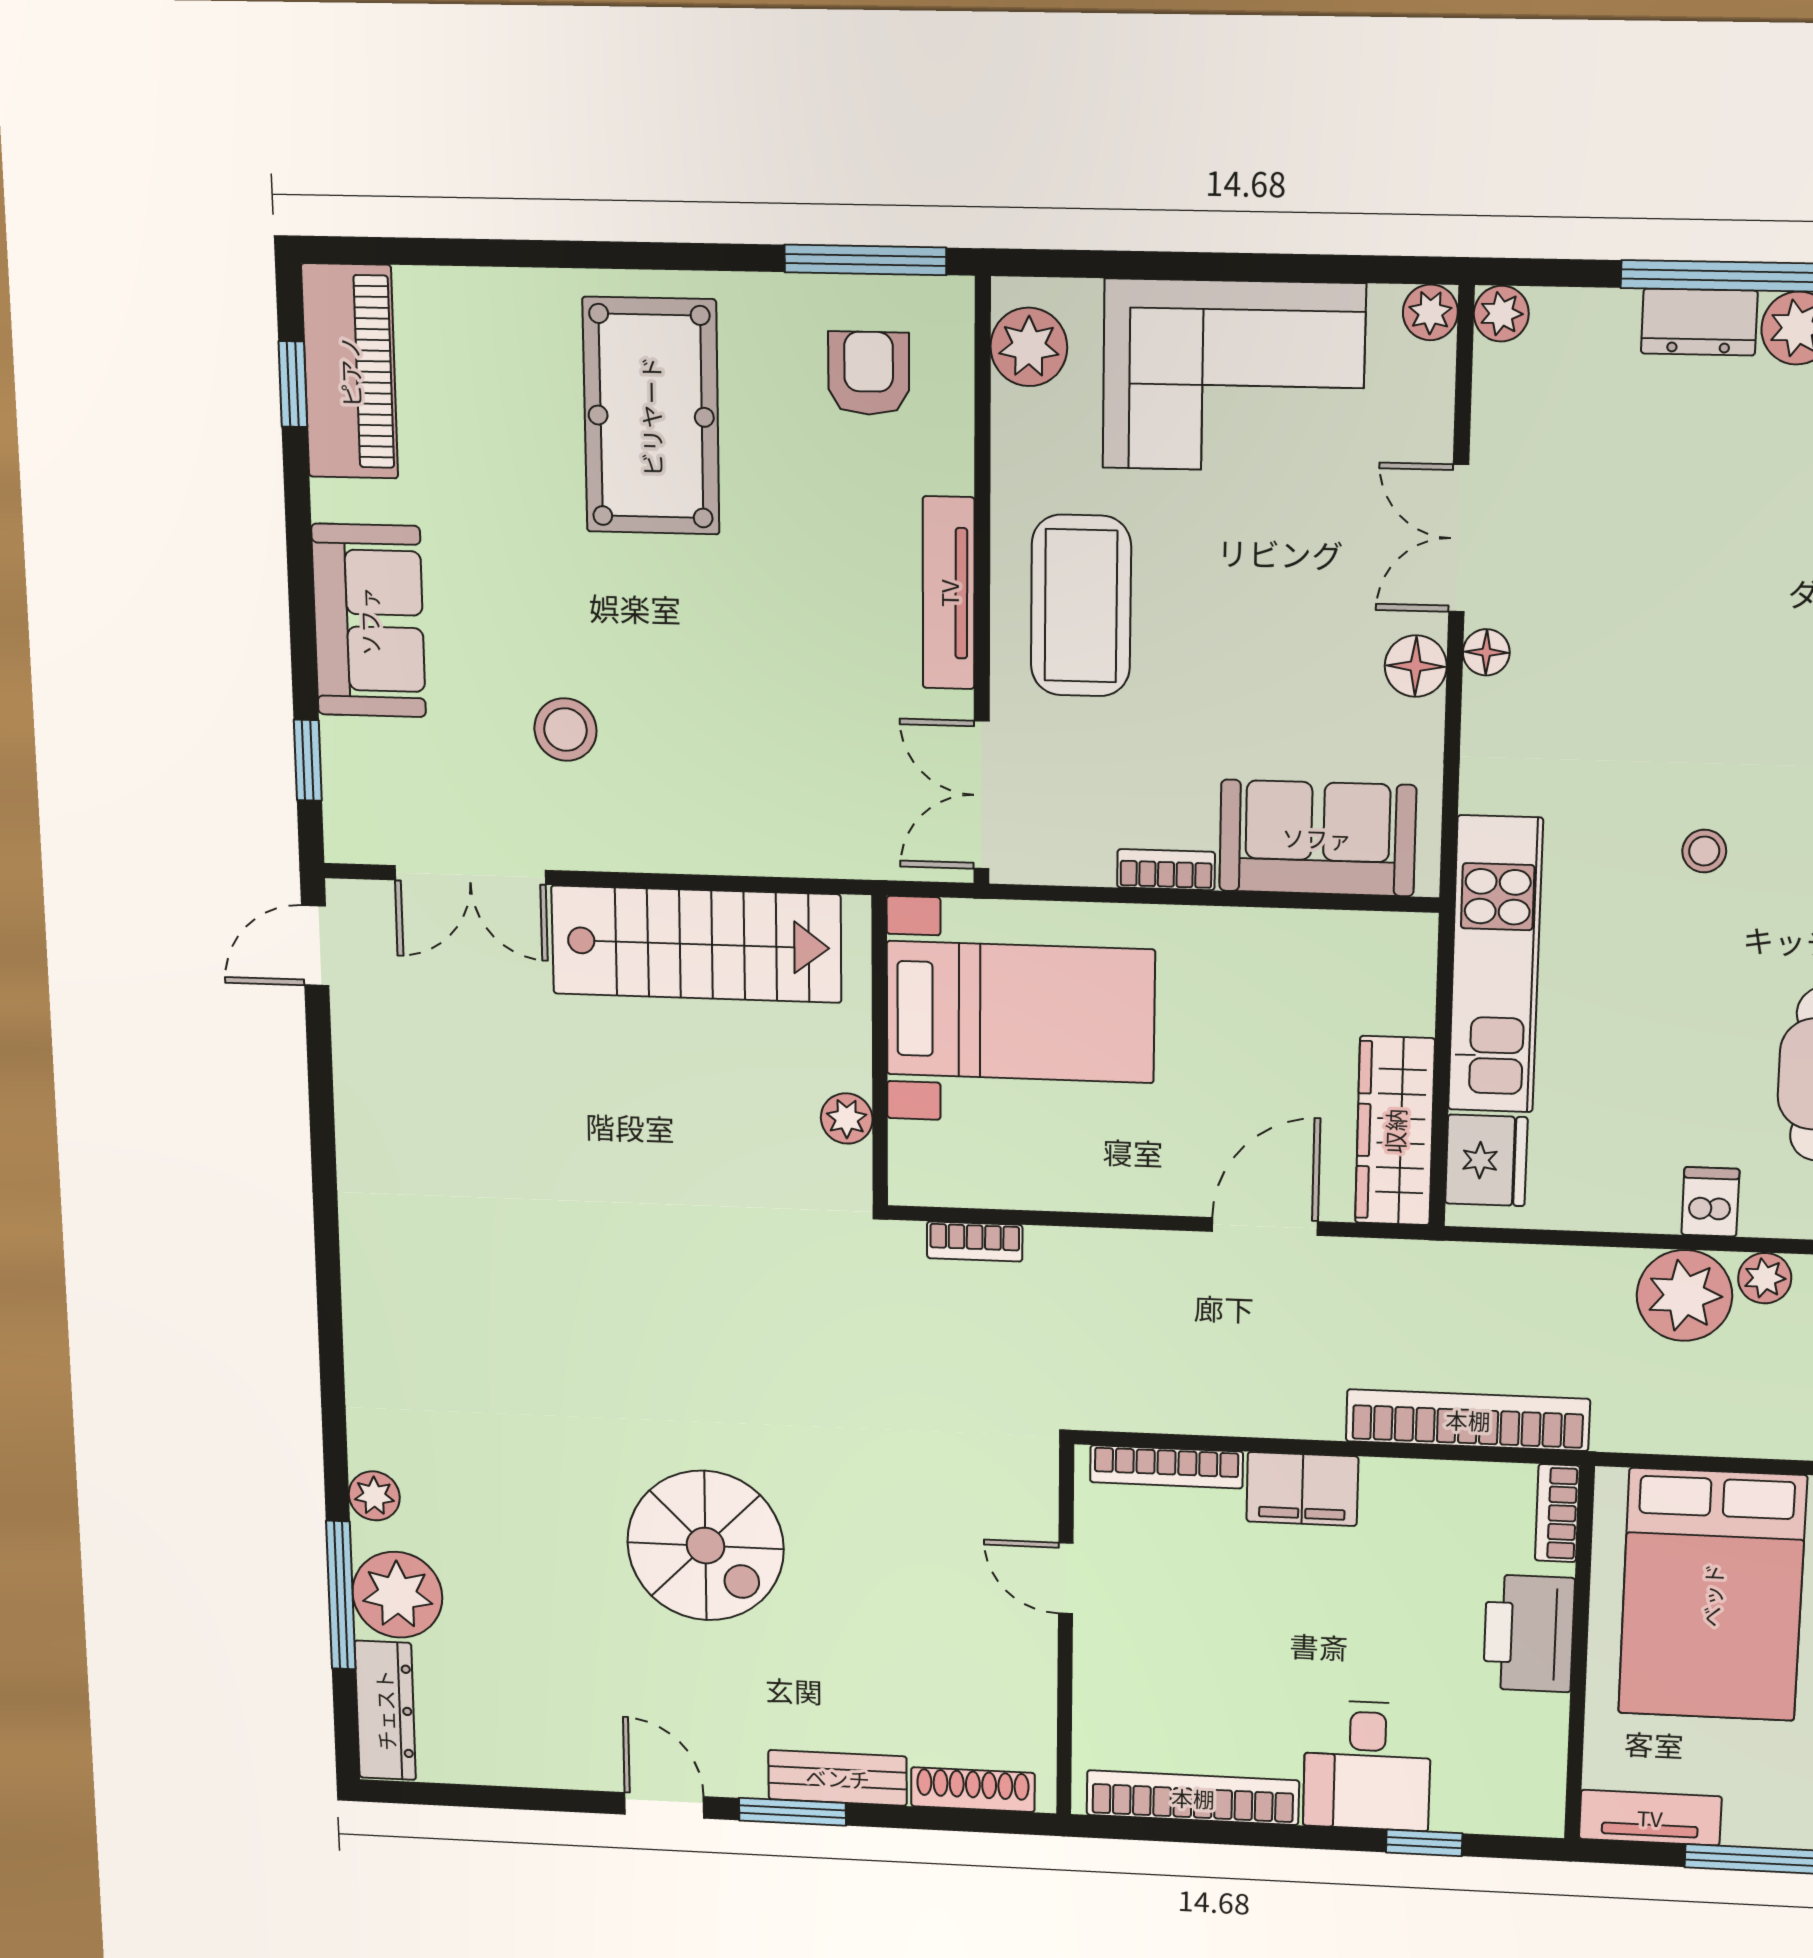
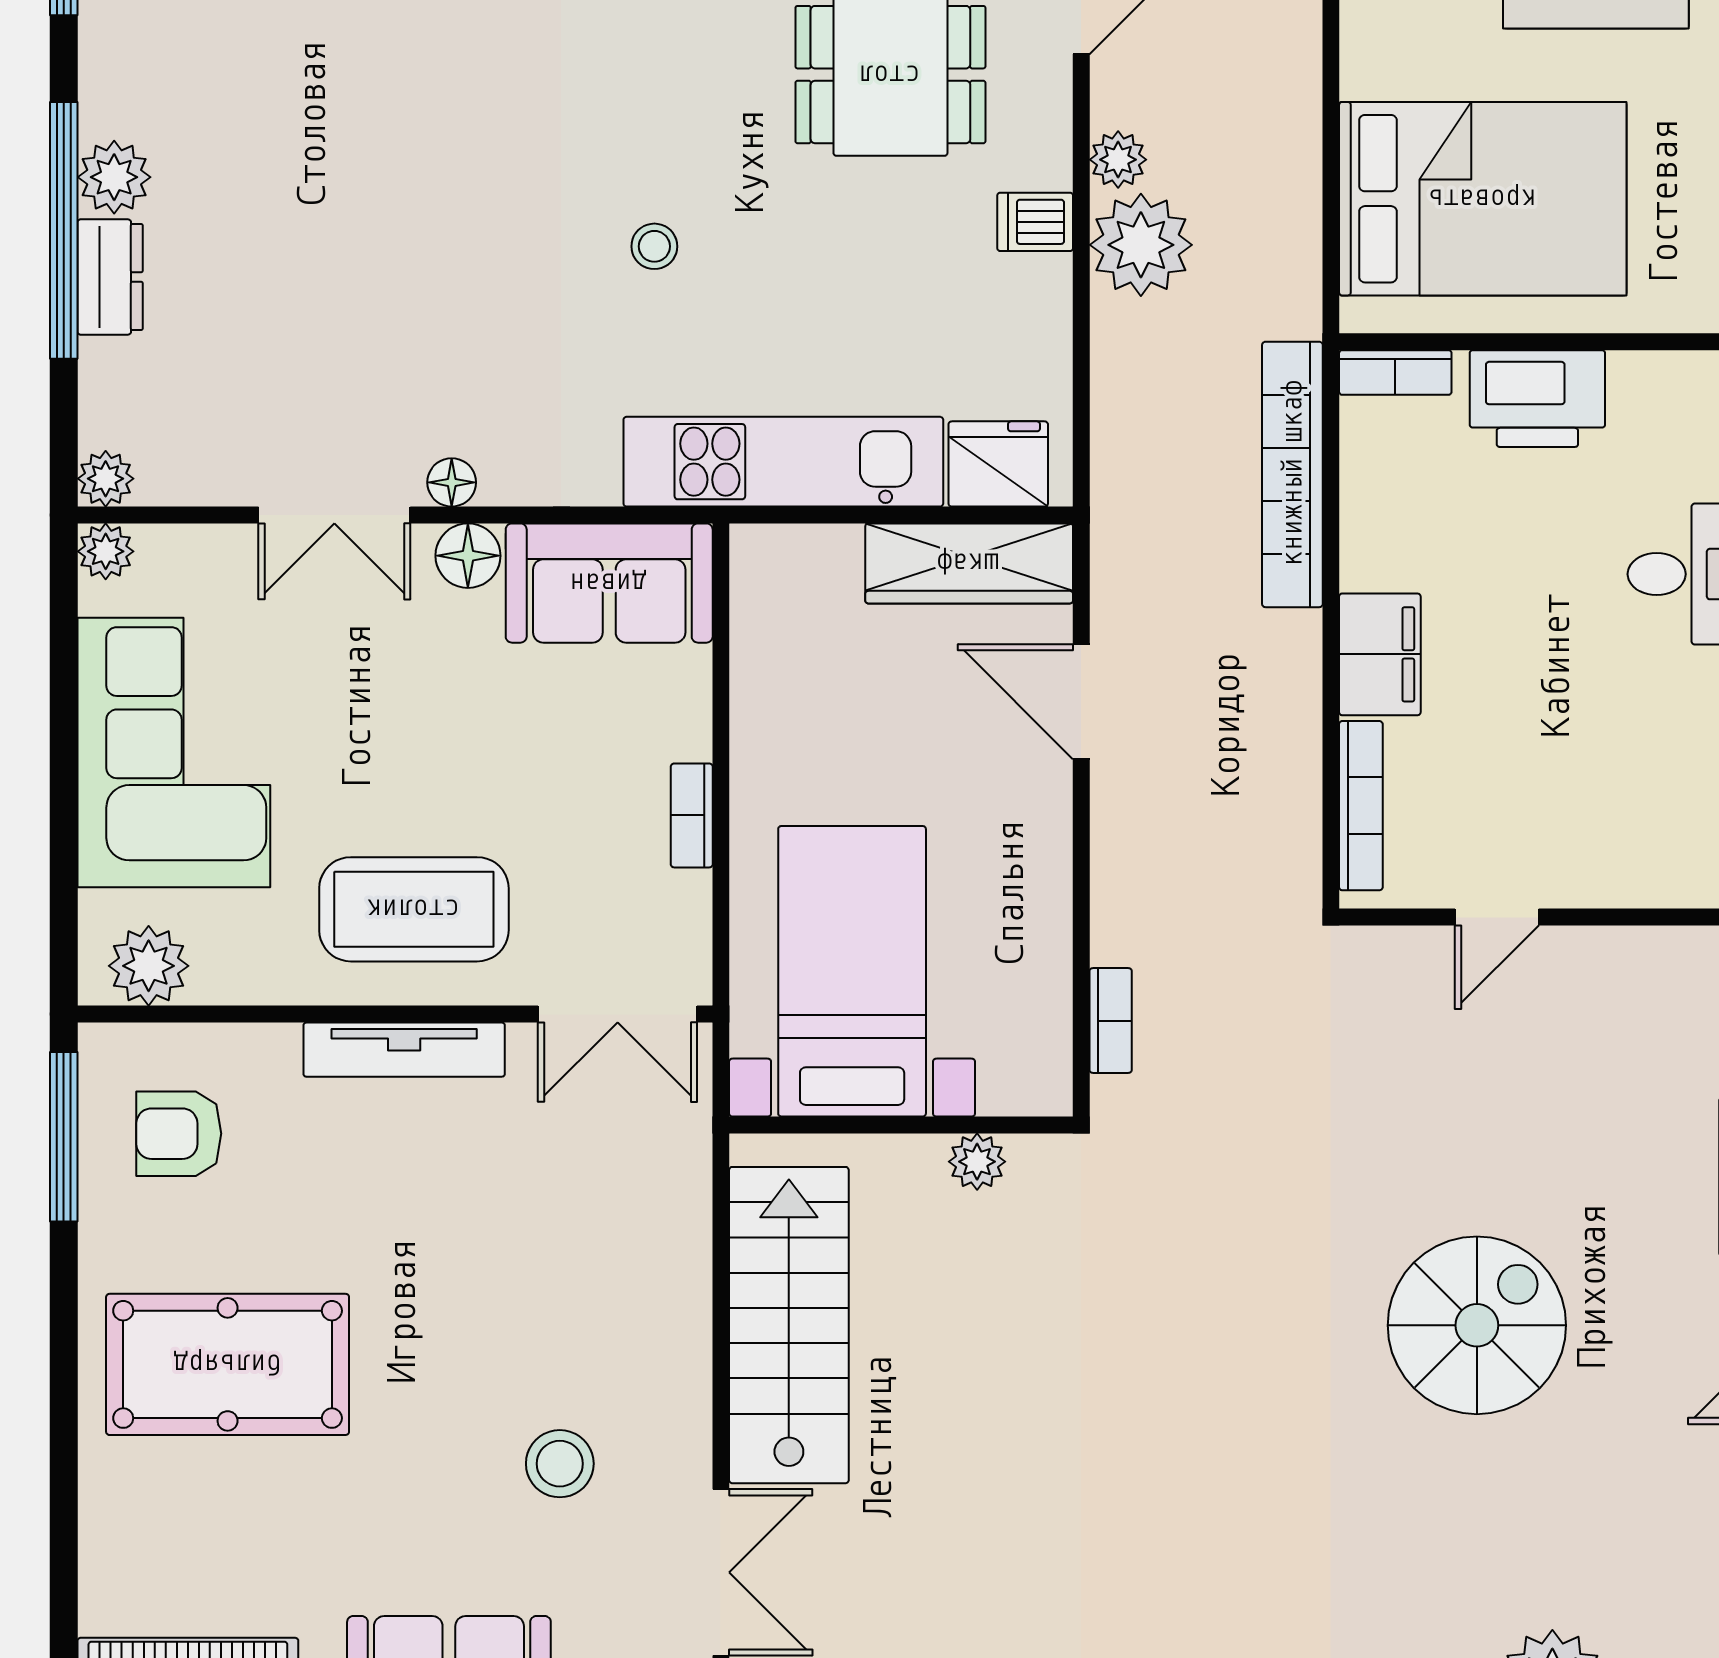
sofa: (1317, 838) -> (609, 583), moved, turned -90

